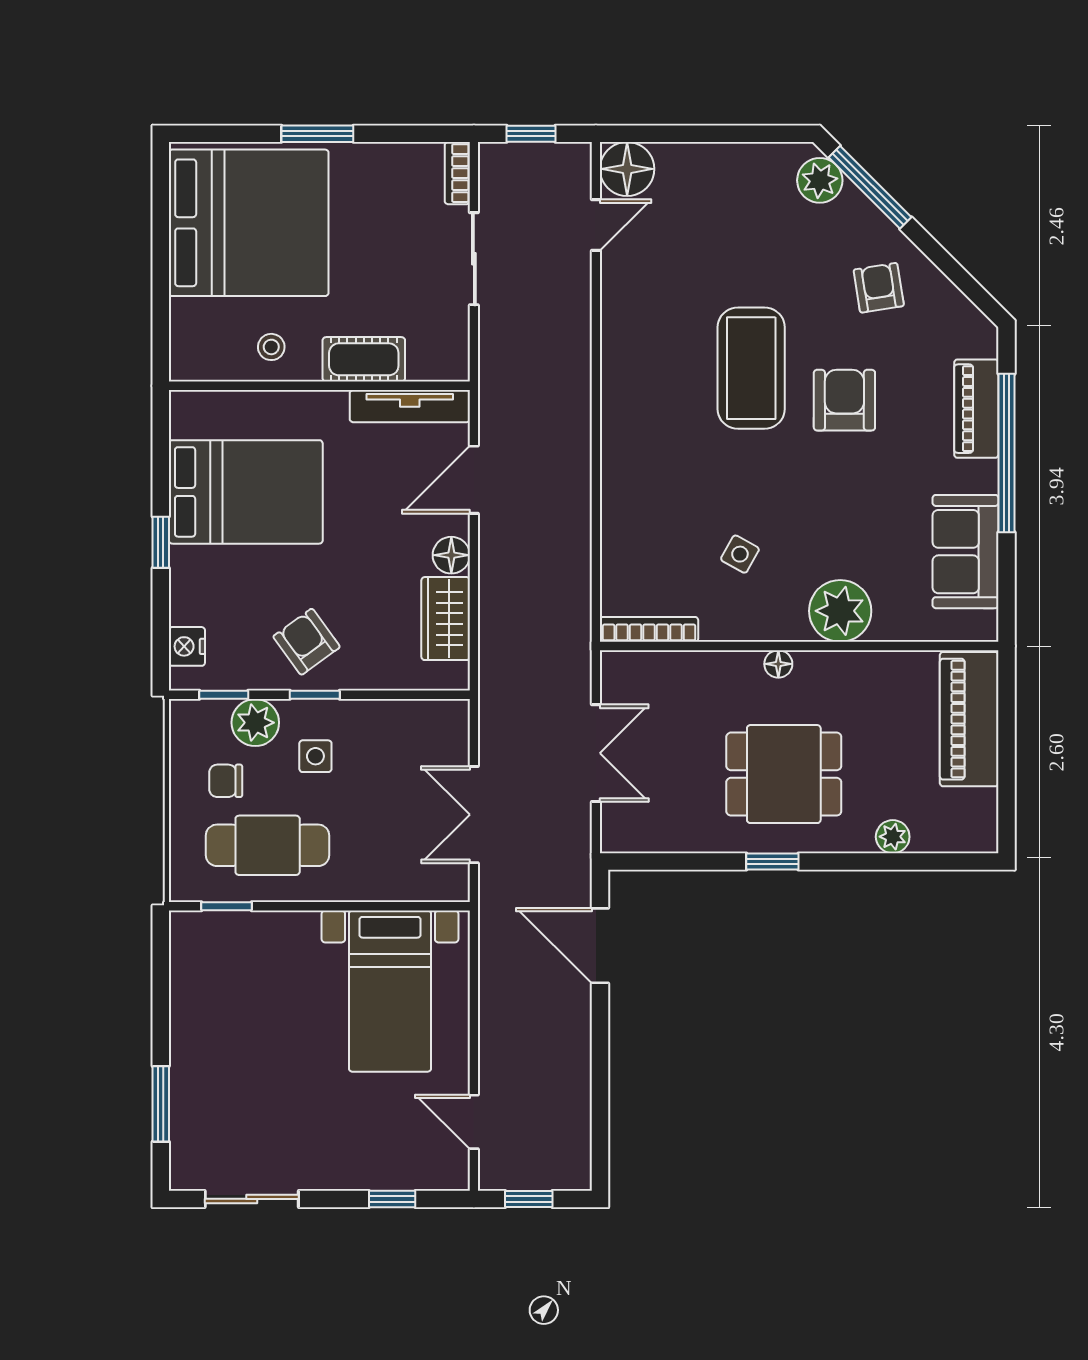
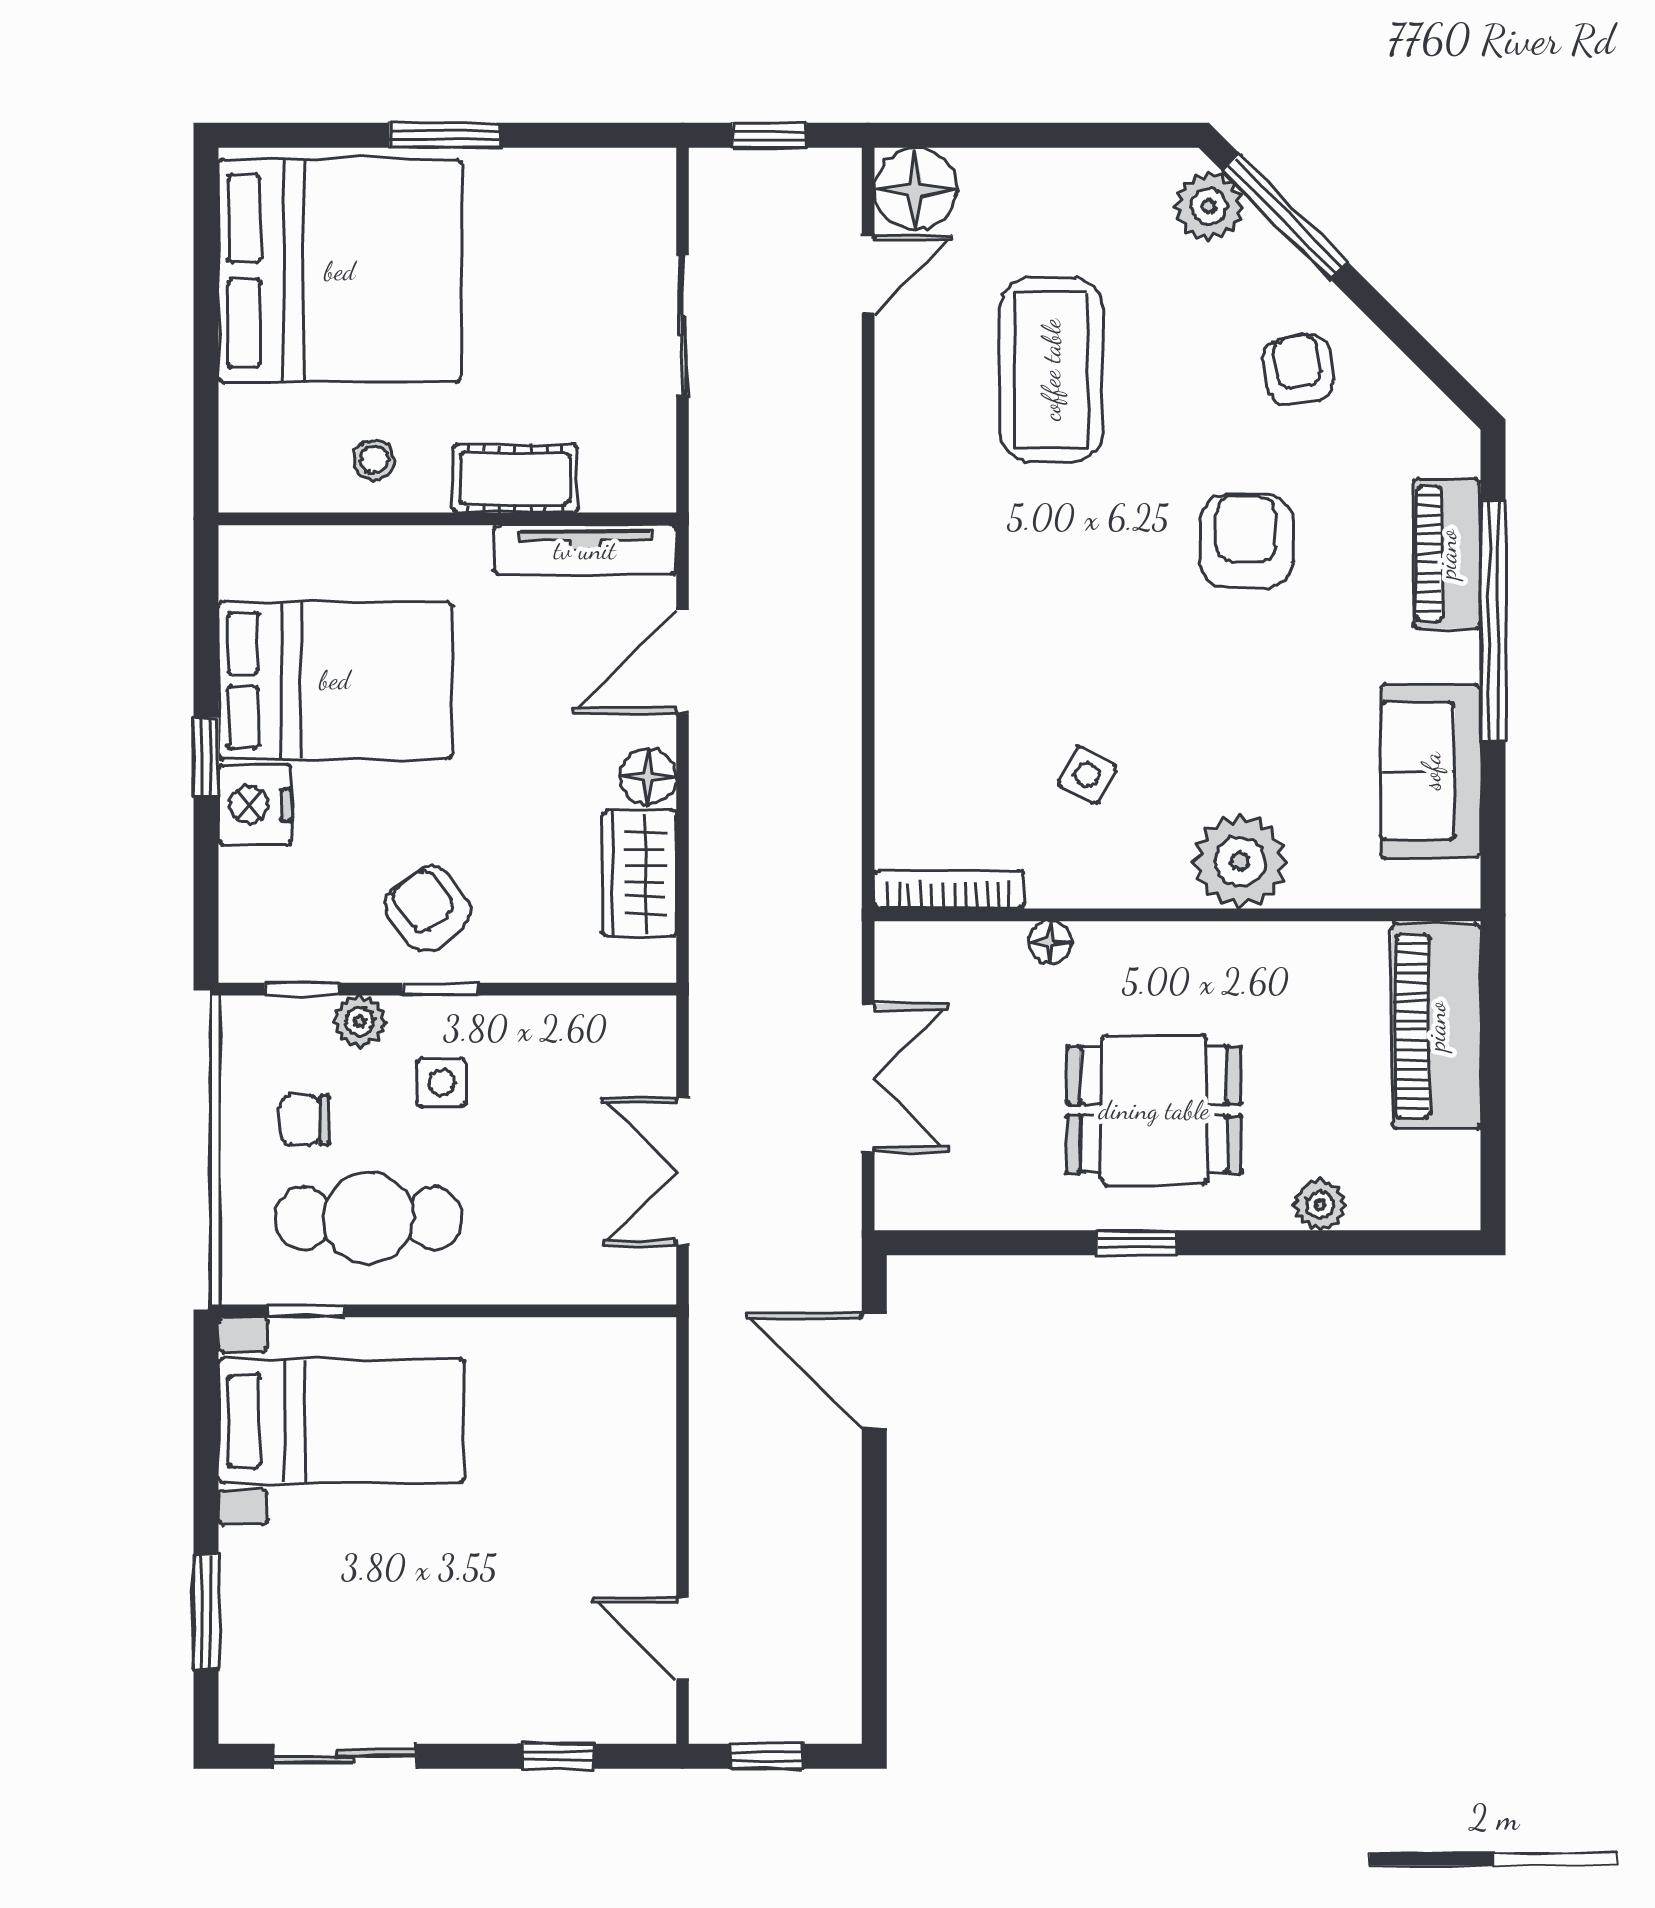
bookcase: (457, 173) -> (657, 195), removed
coffee table: (751, 368) -> (1051, 370), moved
nightstand: (187, 646) -> (255, 805), moved, width x1.36, depth x1.33
floor lamp: (778, 664) -> (1050, 942), moved
plant: (255, 723) -> (360, 1021), width x0.73, depth x0.73
bed with nightstands: (390, 991) -> (341, 1421), moved, turned -90

